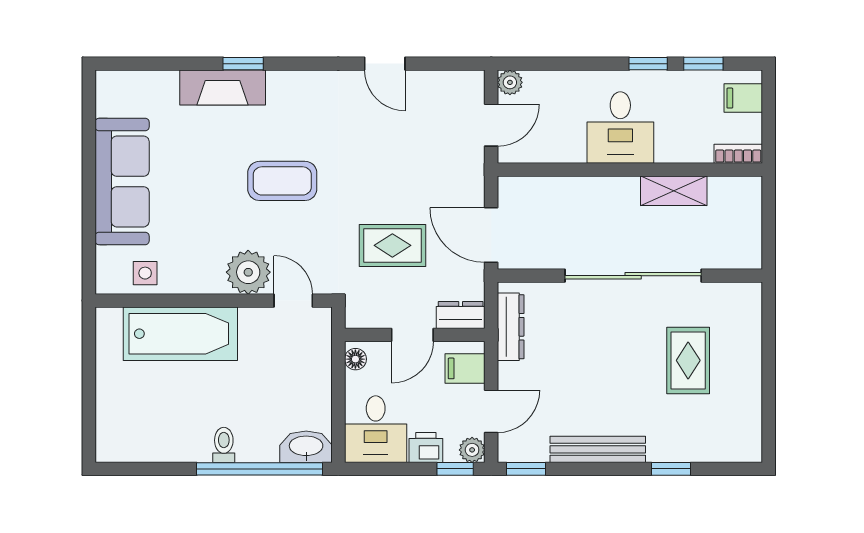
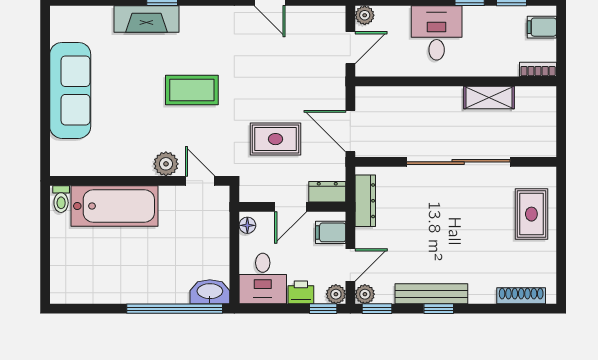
desk: (620, 128) -> (437, 33), moved, turned 180
plant: (248, 272) -> (166, 164), width x0.73, depth x0.73
side table: (145, 273) -> (88, 160), removed
rug: (688, 360) -> (531, 214), moved
toilet: (224, 445) -> (61, 199), moved, turned 180
plant: (510, 450) -> (365, 294), added
shoe rack: (716, 452) -> (521, 296), added
window: (671, 469) -> (439, 309), moved

